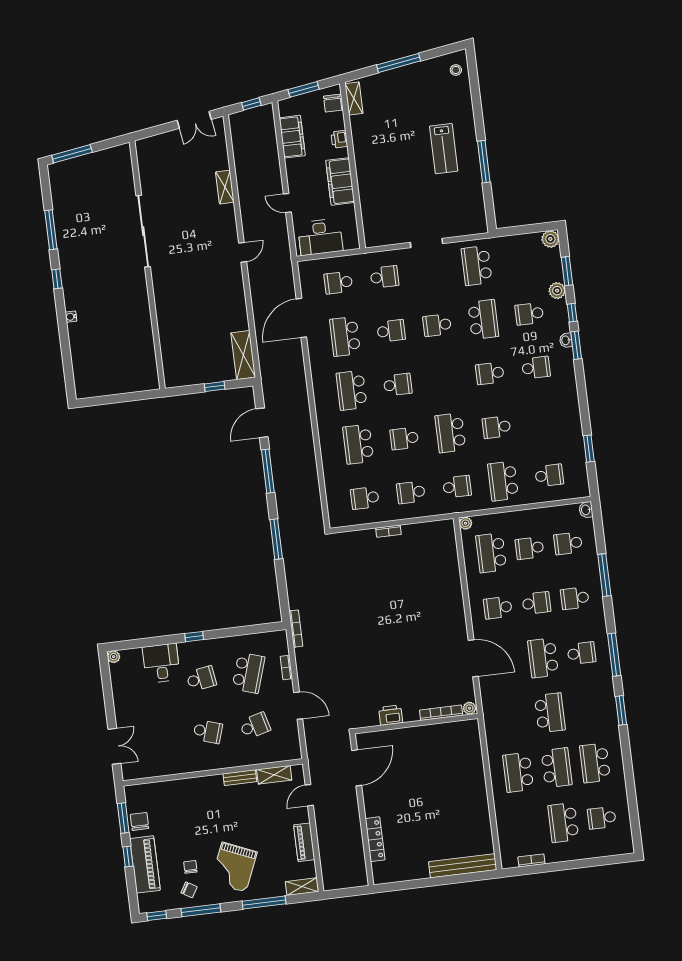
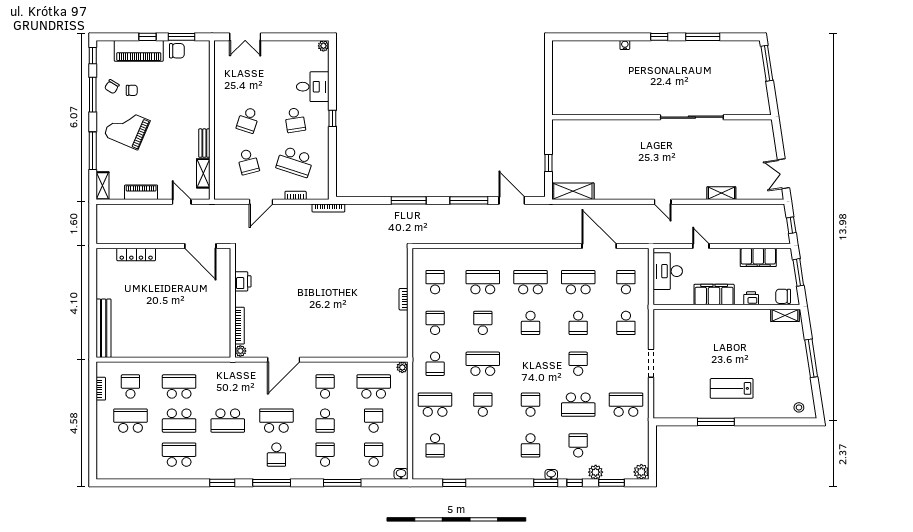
door: (287, 203) -> (701, 246), hinge flipped
school desk: (602, 818) -> (130, 386), moved

